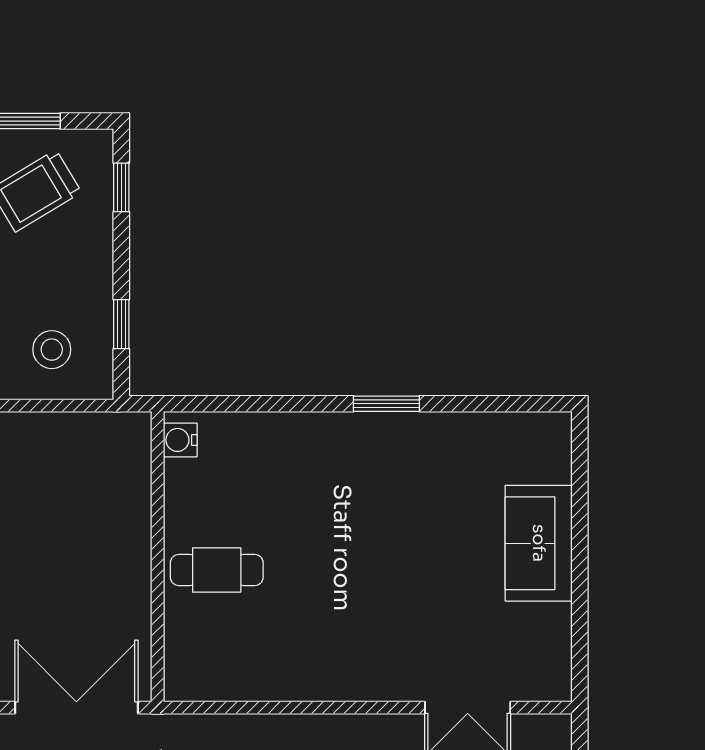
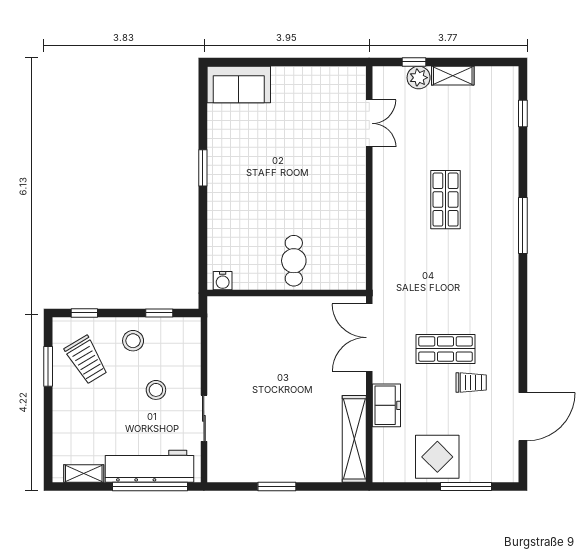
stool: (52, 350) -> (133, 341), moved
sofa: (539, 543) -> (239, 84), moved

